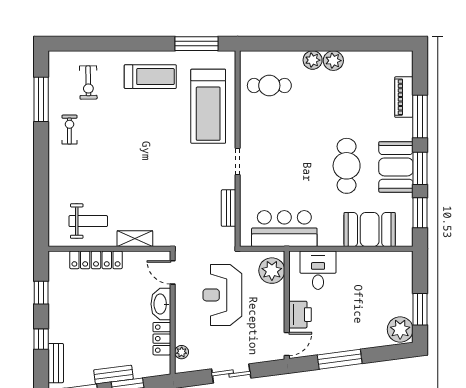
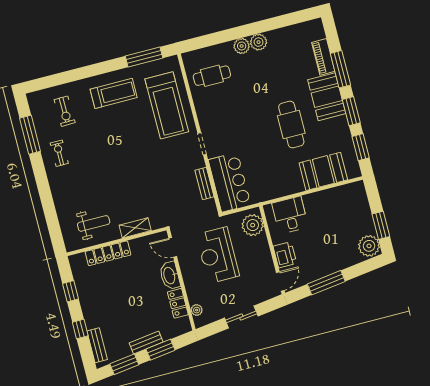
booth: (396, 167) -> (327, 97), moved
bar counter: (284, 229) -> (230, 182), moved, turned 90

